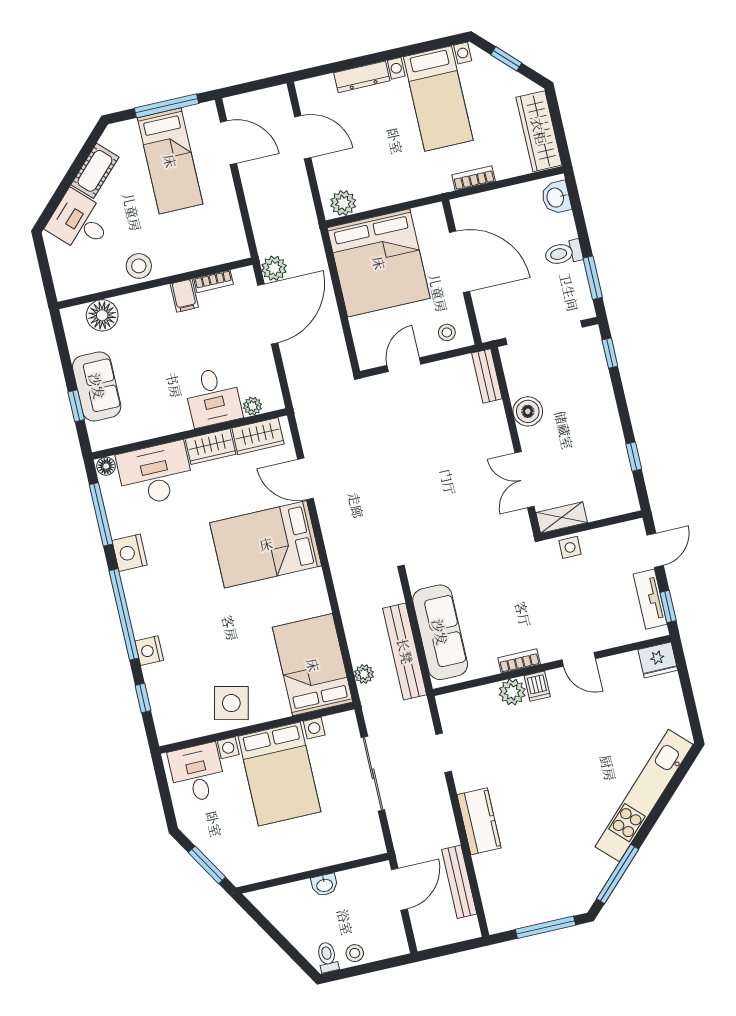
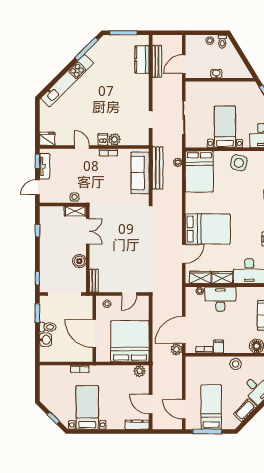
dresser: (362, 77) -> (137, 425), moved
wardrobe: (539, 131) -> (46, 383), removed
washbasin: (556, 197) -> (45, 340), moved
desk: (213, 397) -> (220, 299), width x1.37
door: (305, 479) -> (184, 254), hinge flipped
bed with nightstands: (279, 774) -> (225, 127), width x0.73
kitchen counter: (479, 821) -> (142, 60), moved

